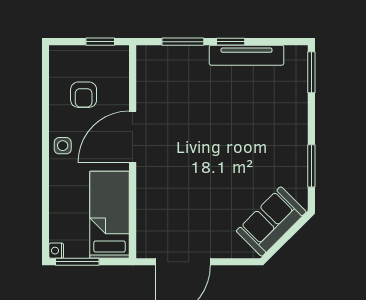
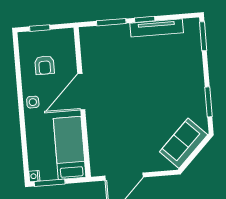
window: (100, 42) -> (40, 28), moved

